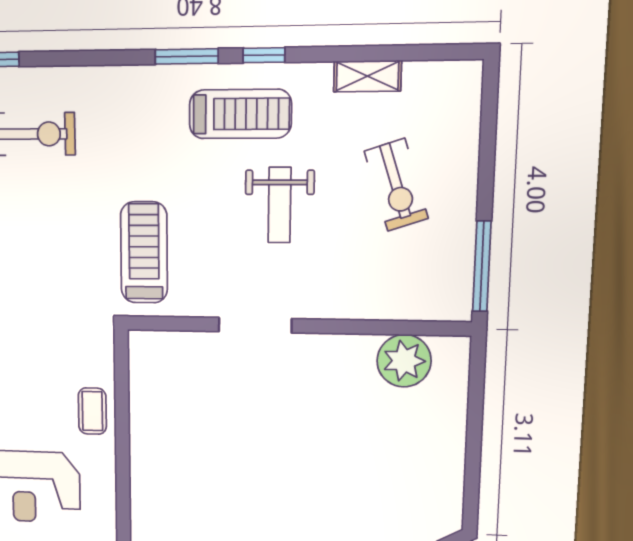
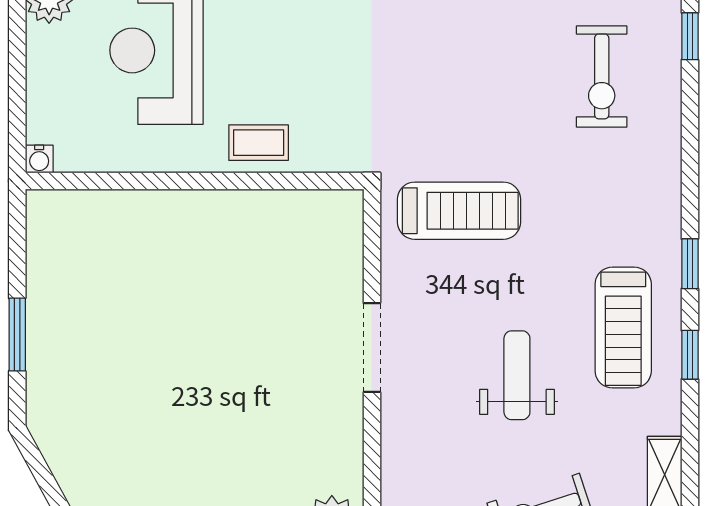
window: (187, 56) -> (690, 264), width x0.67
weight bench: (280, 205) -> (517, 375), turned 90

